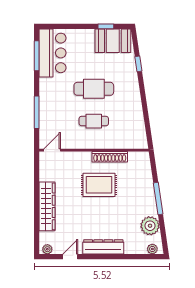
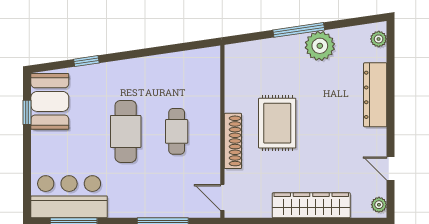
shoe rack: (110, 157) -> (233, 141), moved
plant: (150, 226) -> (320, 46), moved
dresser: (103, 247) -> (375, 95), moved

